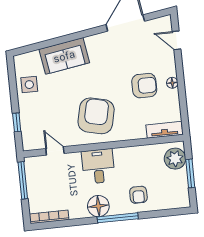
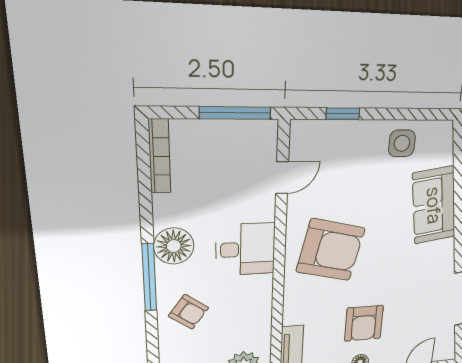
armchair: (138, 195) -> (189, 312), turned -144

